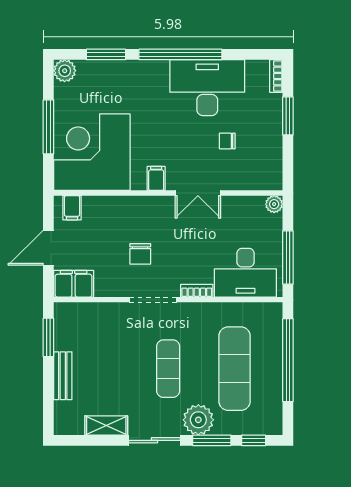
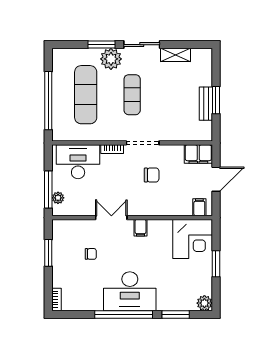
desk: (207, 88) -> (130, 291), moved
window: (288, 116) -> (48, 253), moved
window: (48, 127) -> (216, 264), width x0.69
corner desk: (92, 152) -> (193, 239), width x0.74, depth x0.74
plant: (274, 204) -> (58, 198), moved
chair: (140, 254) -> (152, 175), turned 90
window: (288, 258) -> (48, 189), moved
window: (48, 337) -> (216, 100), moved
bench: (63, 376) -> (206, 104), moved
window: (254, 440) -> (72, 45), removed

